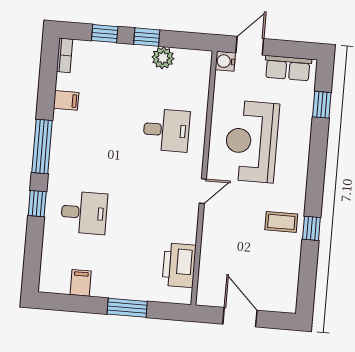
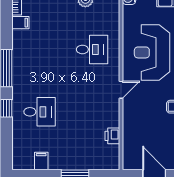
filing cabinet: (66, 100) -> (20, 23), moved
printer: (179, 265) -> (112, 136), width x0.53, depth x0.68

